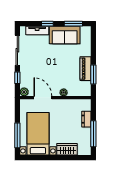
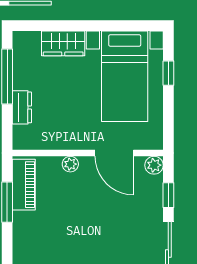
piano: (86, 69) -> (24, 185), moved
window: (17, 135) -> (168, 73), width x0.46

